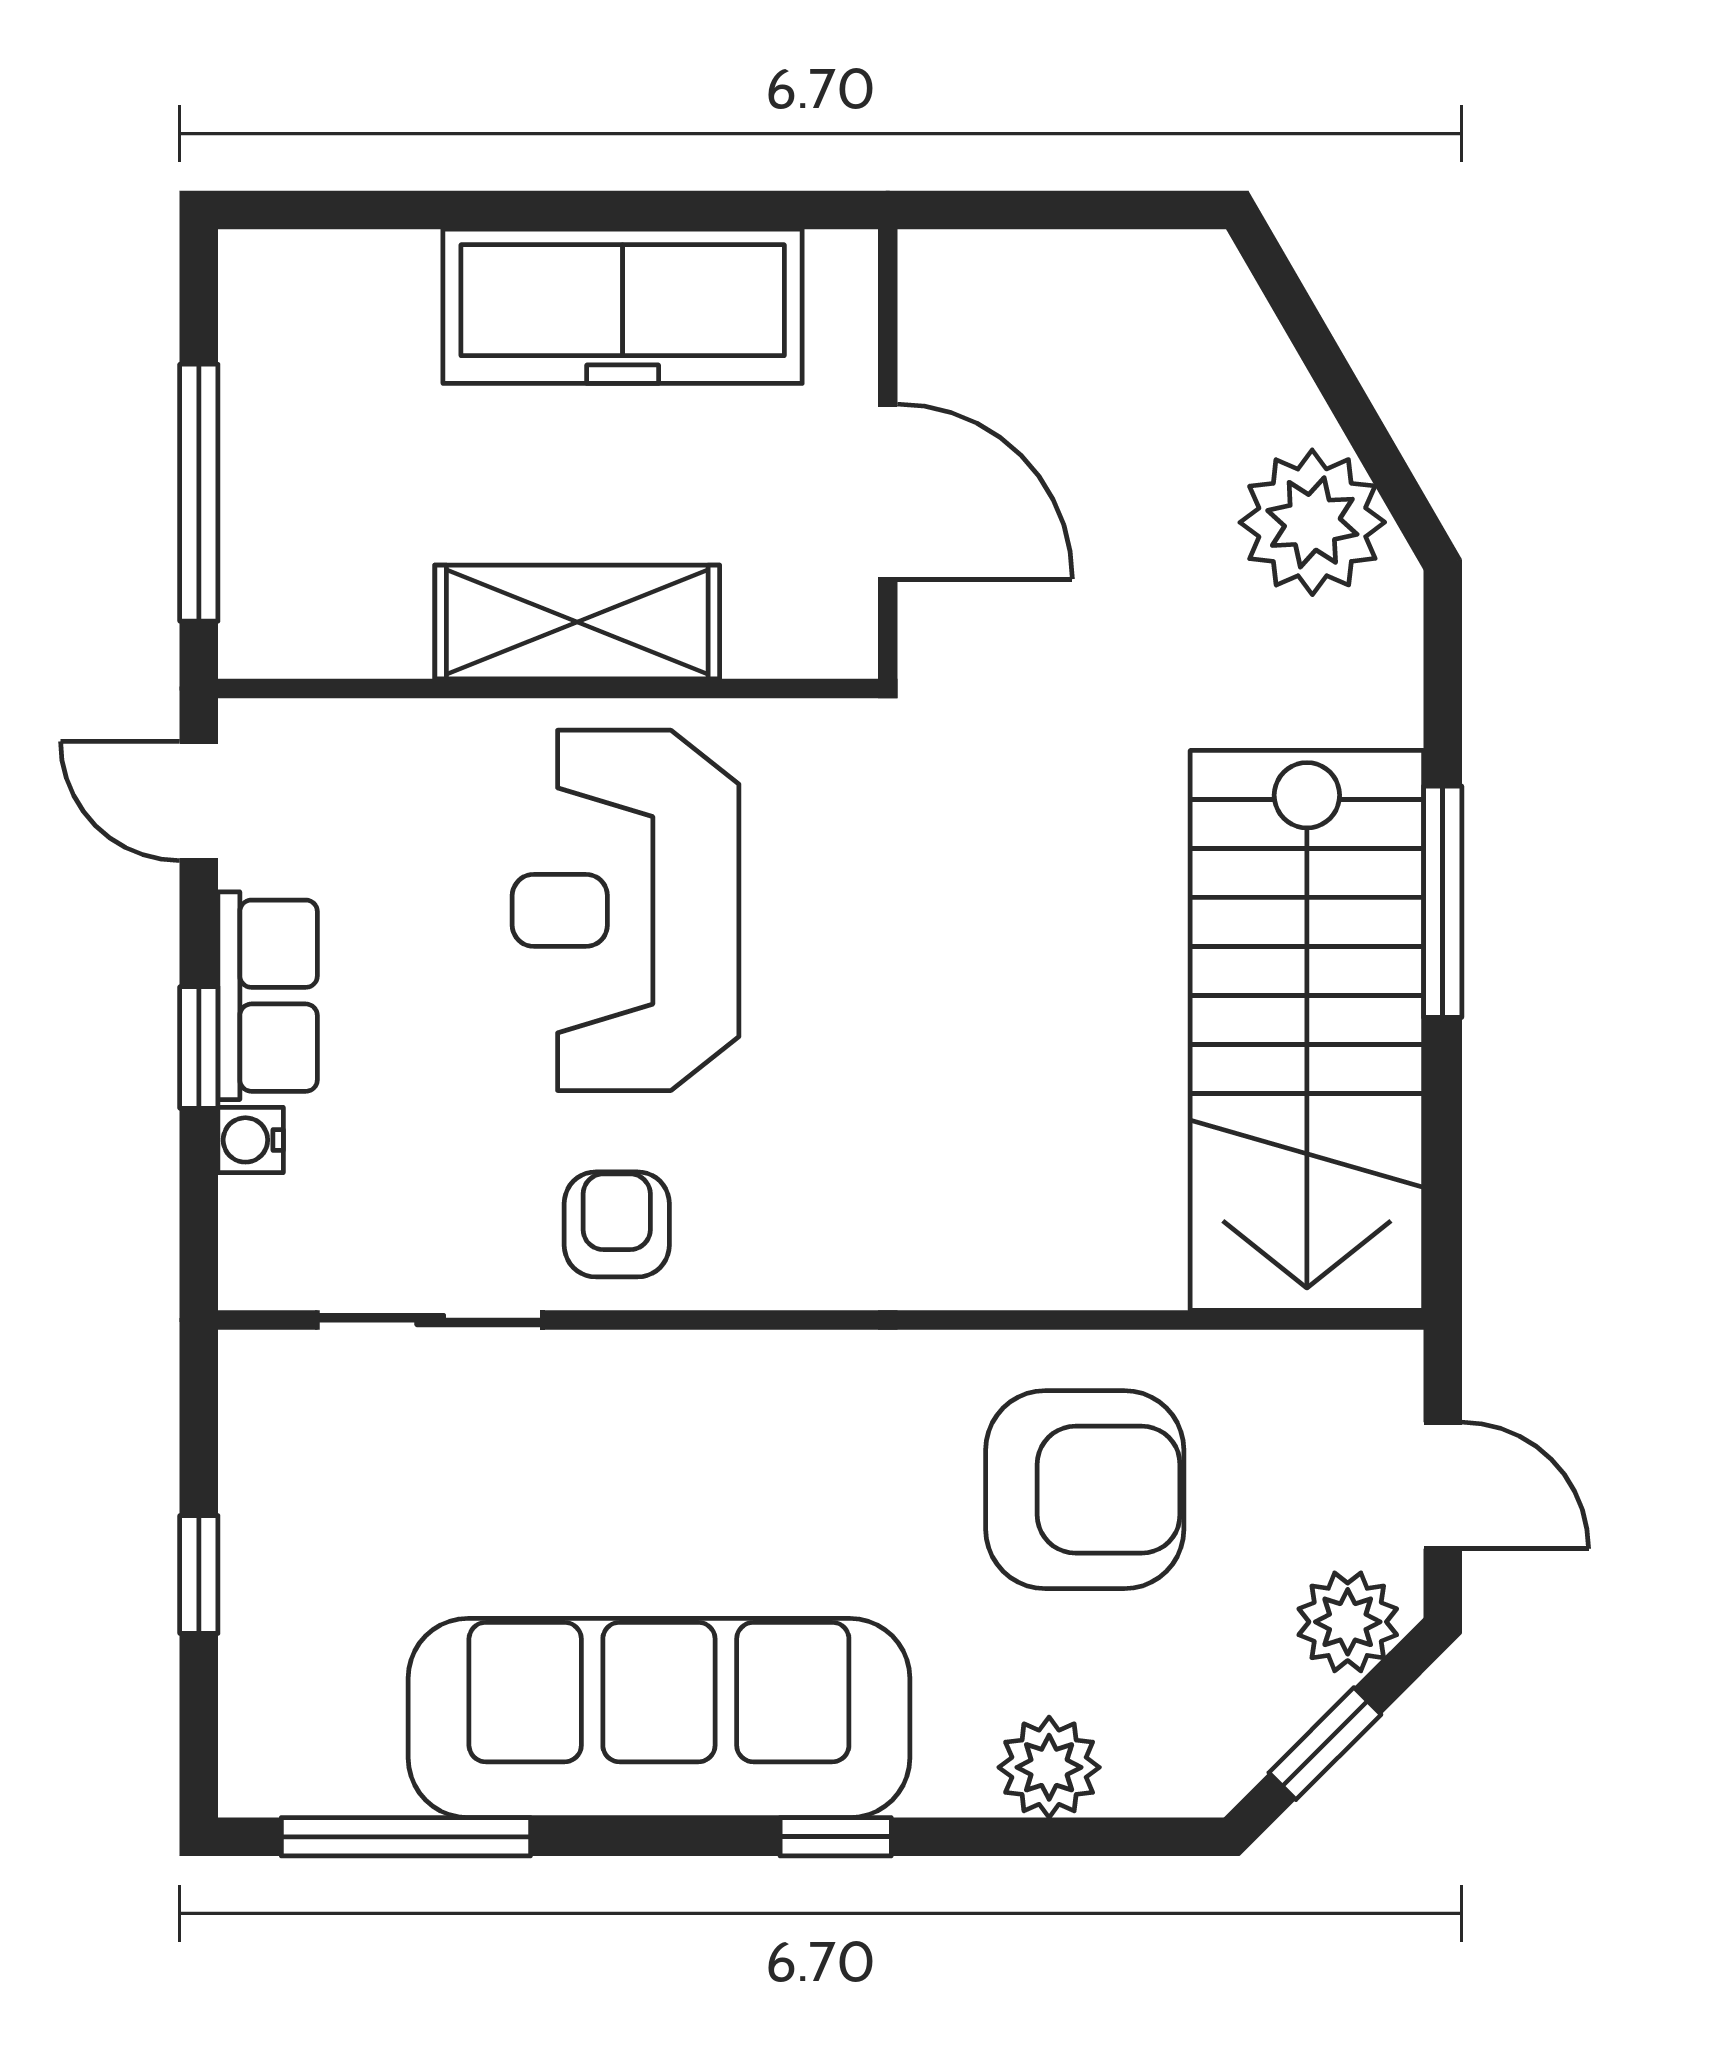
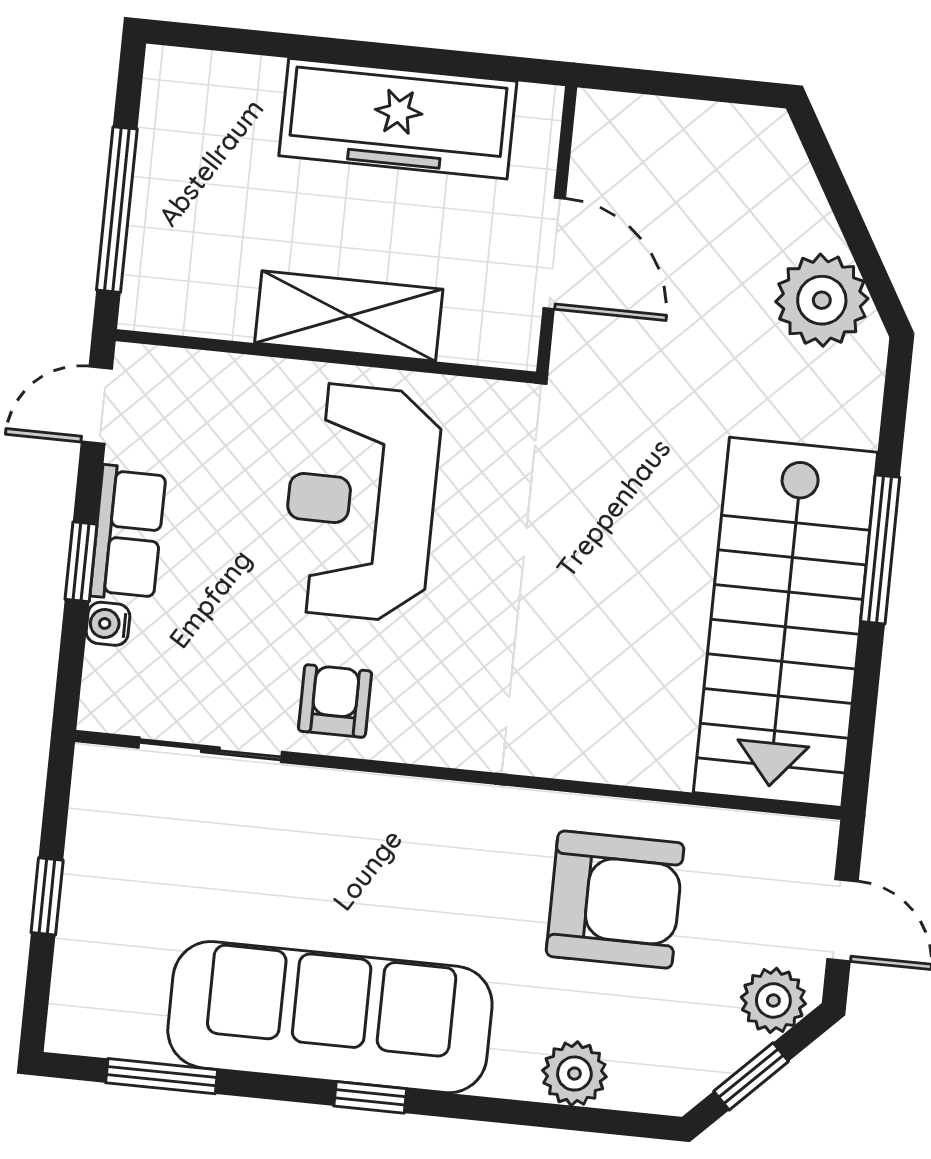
door: (199, 801) -> (97, 405), hinge flipped
window: (406, 1837) -> (162, 1076), width x0.69
window: (836, 1837) -> (370, 1097), moved

